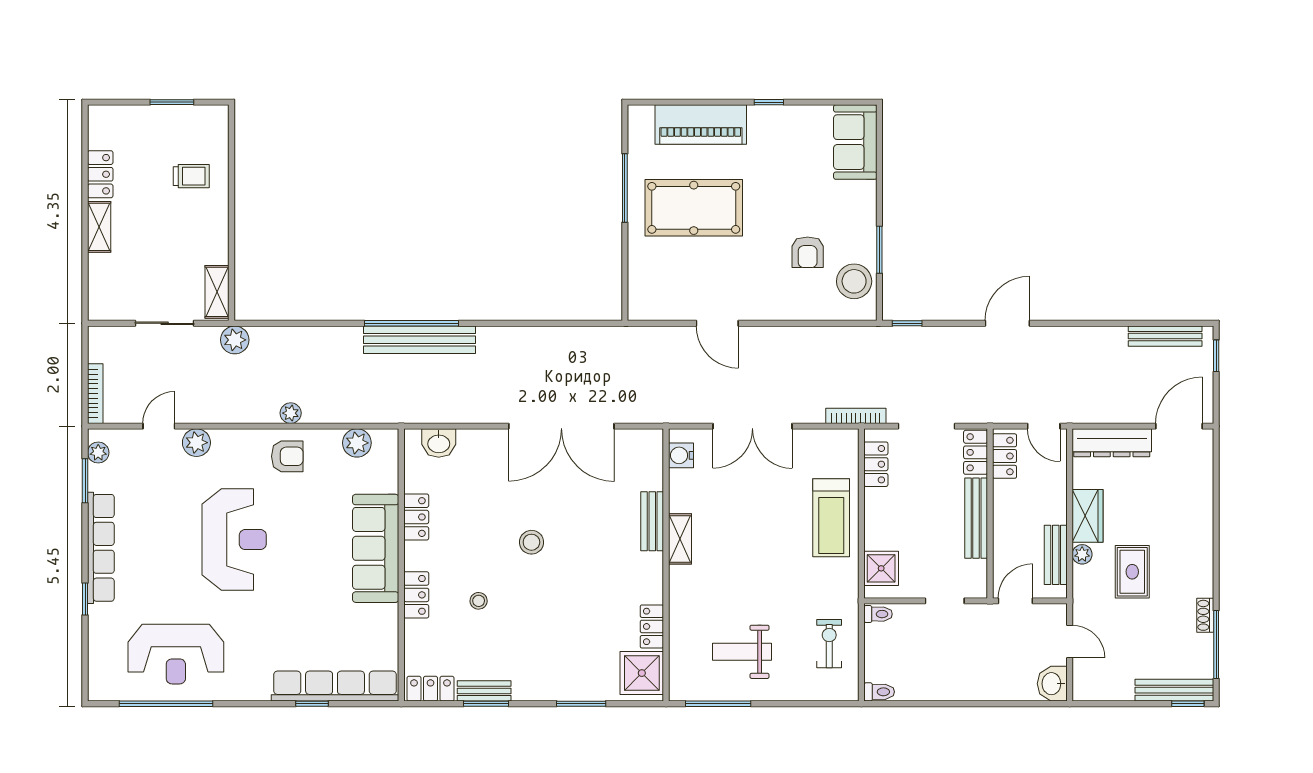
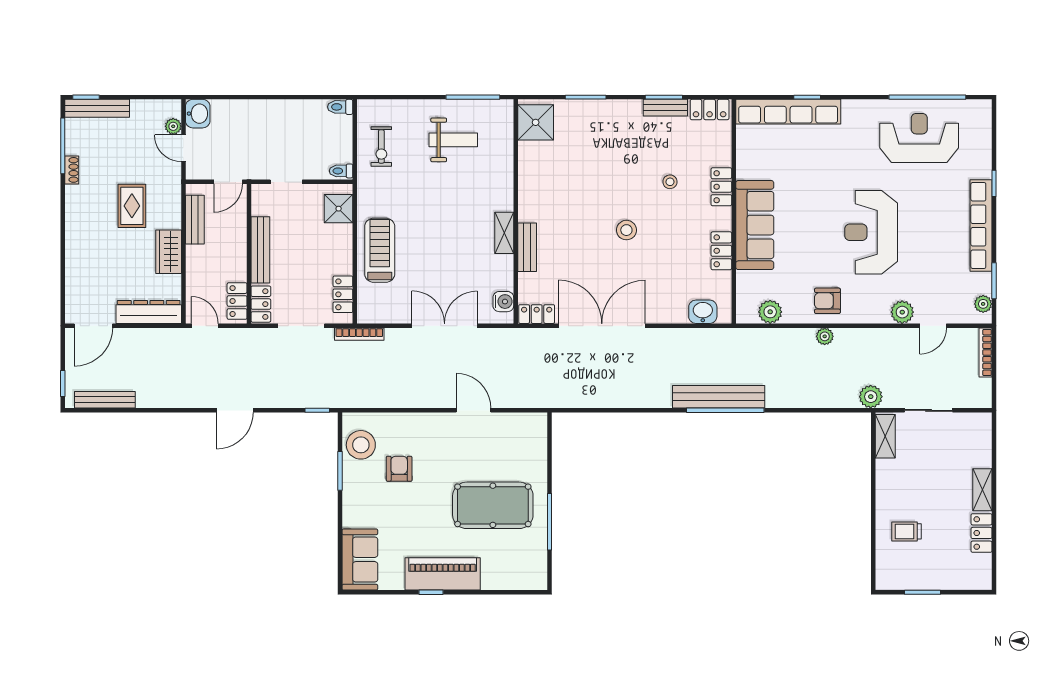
piano: (701, 125) -> (443, 574), moved
plant: (1082, 554) -> (173, 126), moved
locker: (652, 626) -> (537, 314), moved, turned -90

